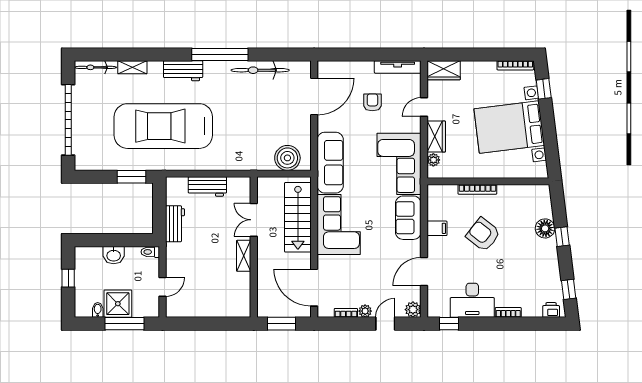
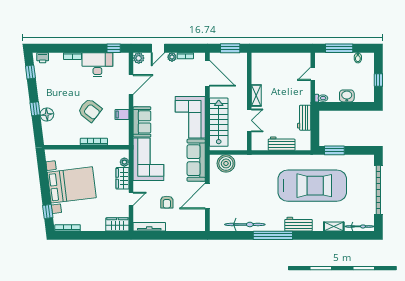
door: (314, 97) -> (207, 196), moved
shower: (118, 304) -> (344, 62), removed

